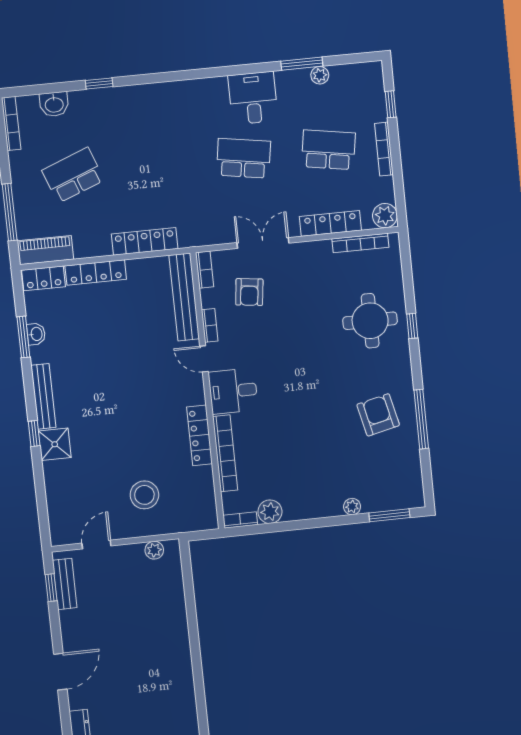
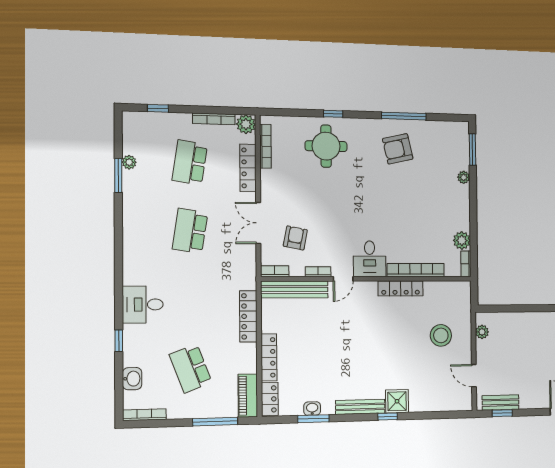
desk: (253, 98) -> (143, 305), moved
bookcase: (384, 149) -> (214, 119), moved
armchair: (249, 292) -> (295, 238), turned -86

